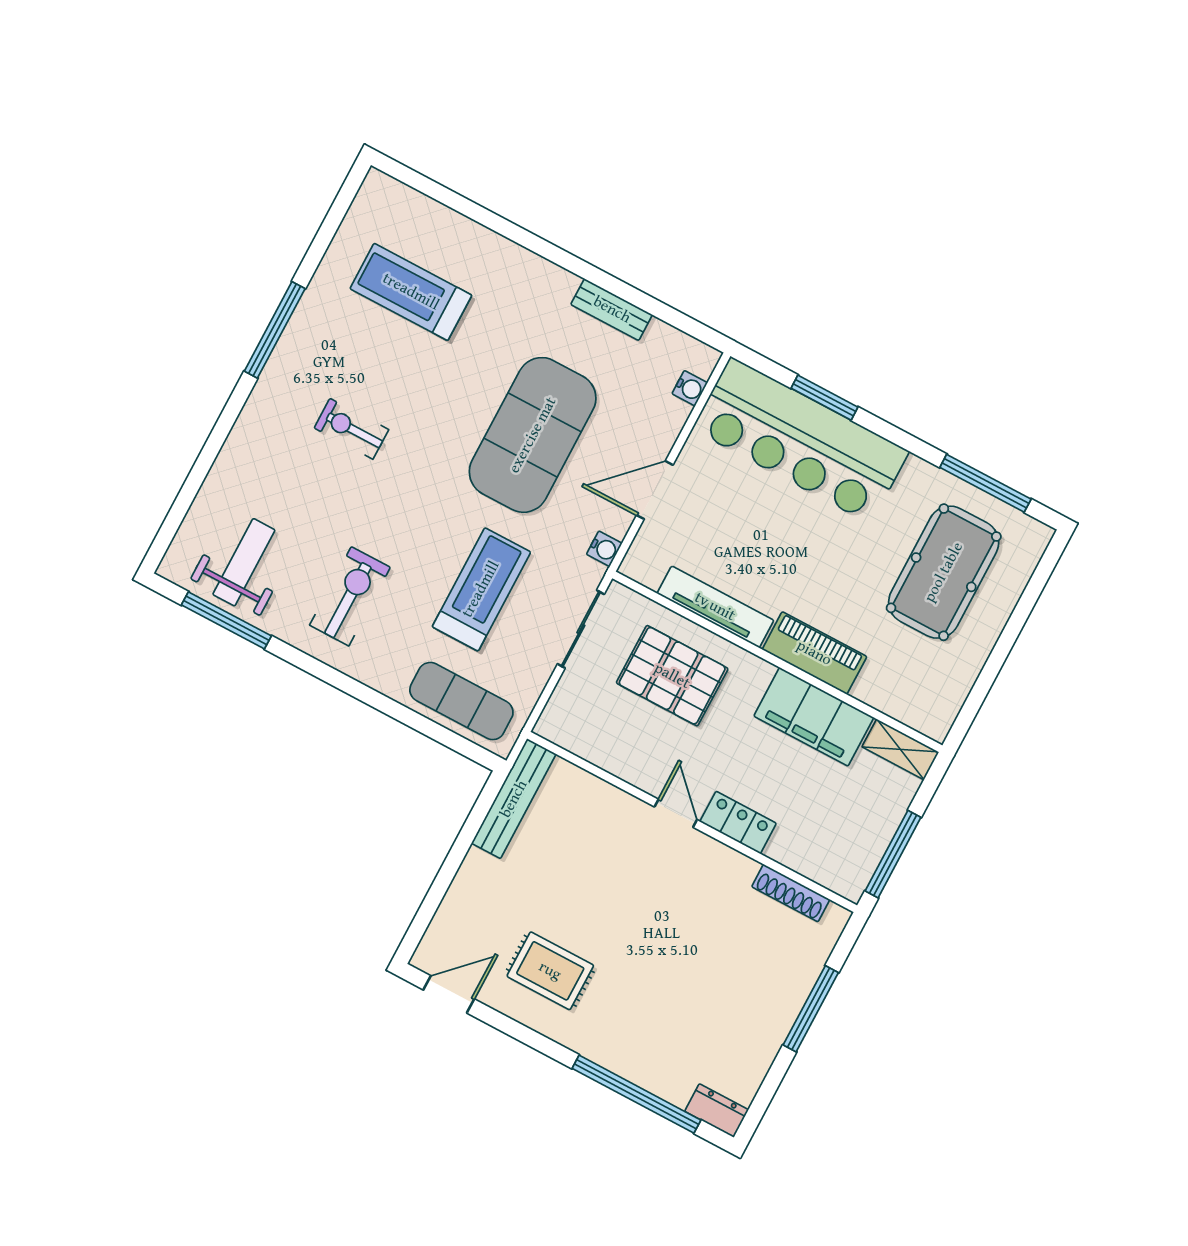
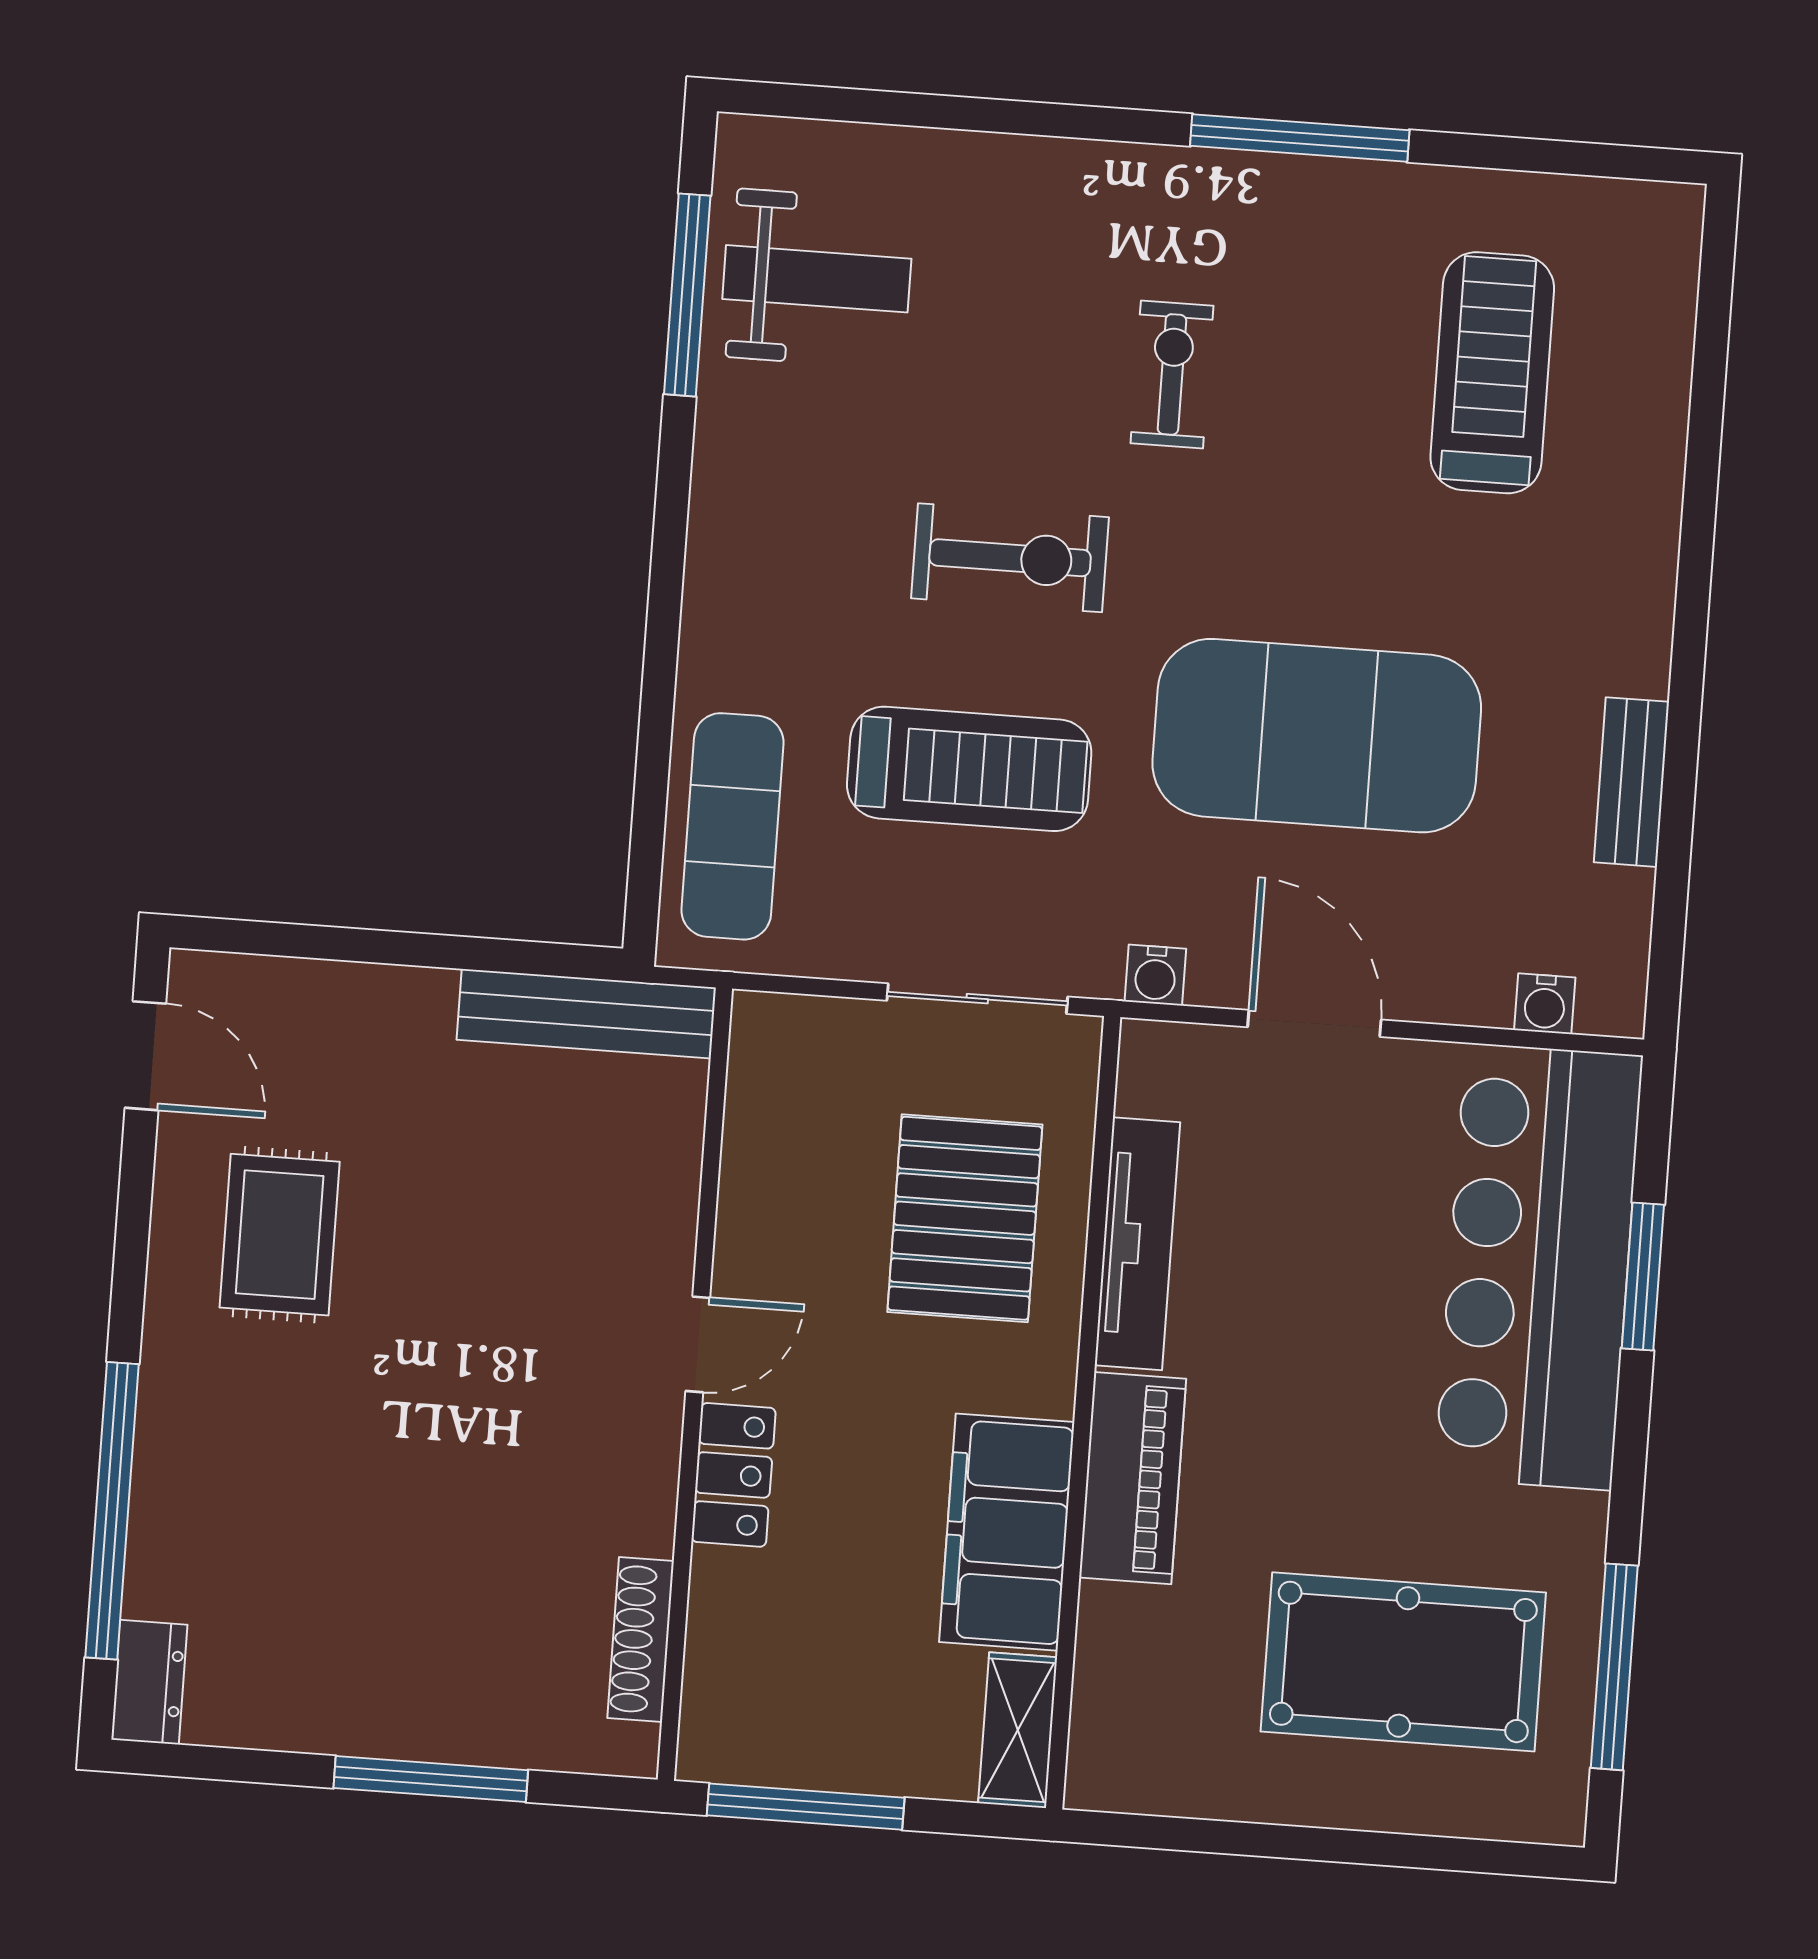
exercise bike: (350, 596) -> (1010, 558), moved

